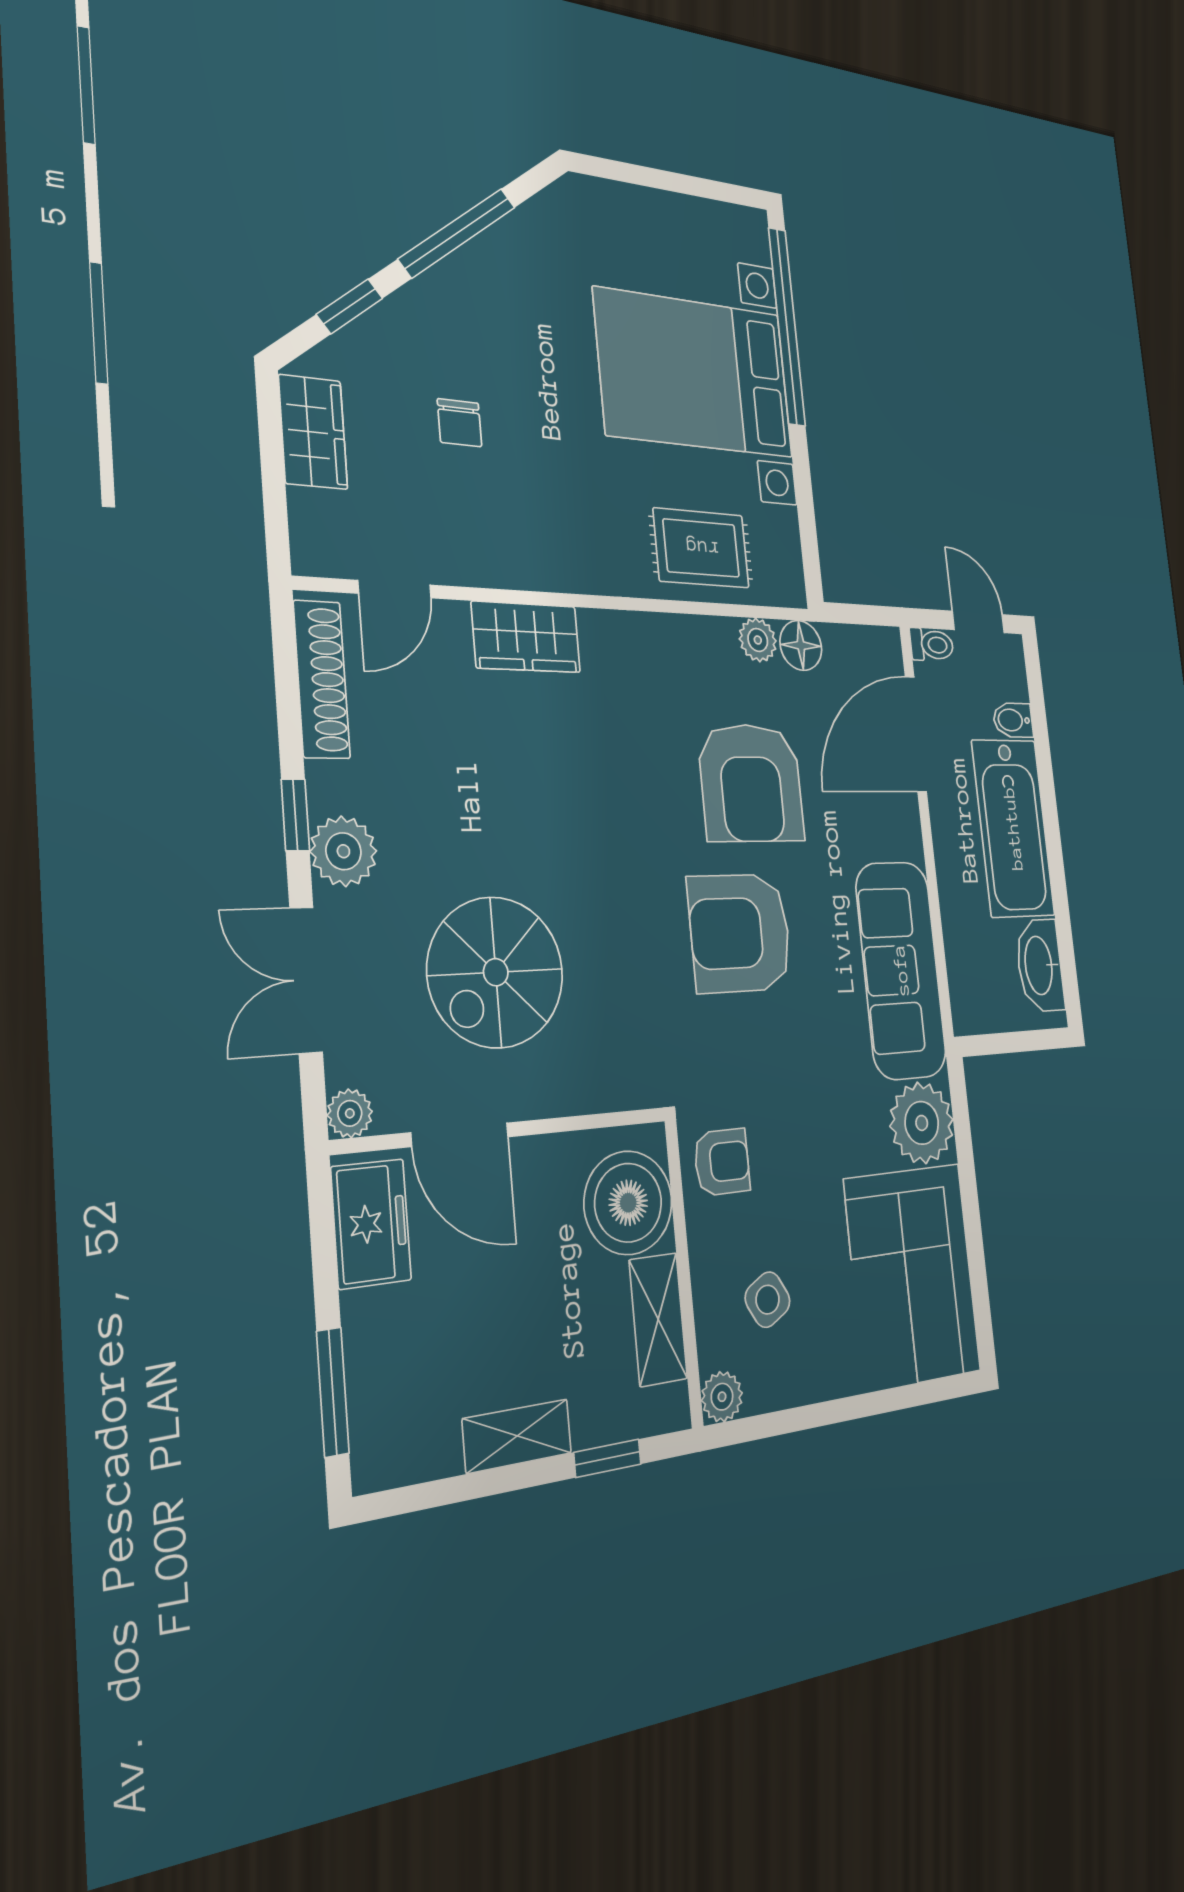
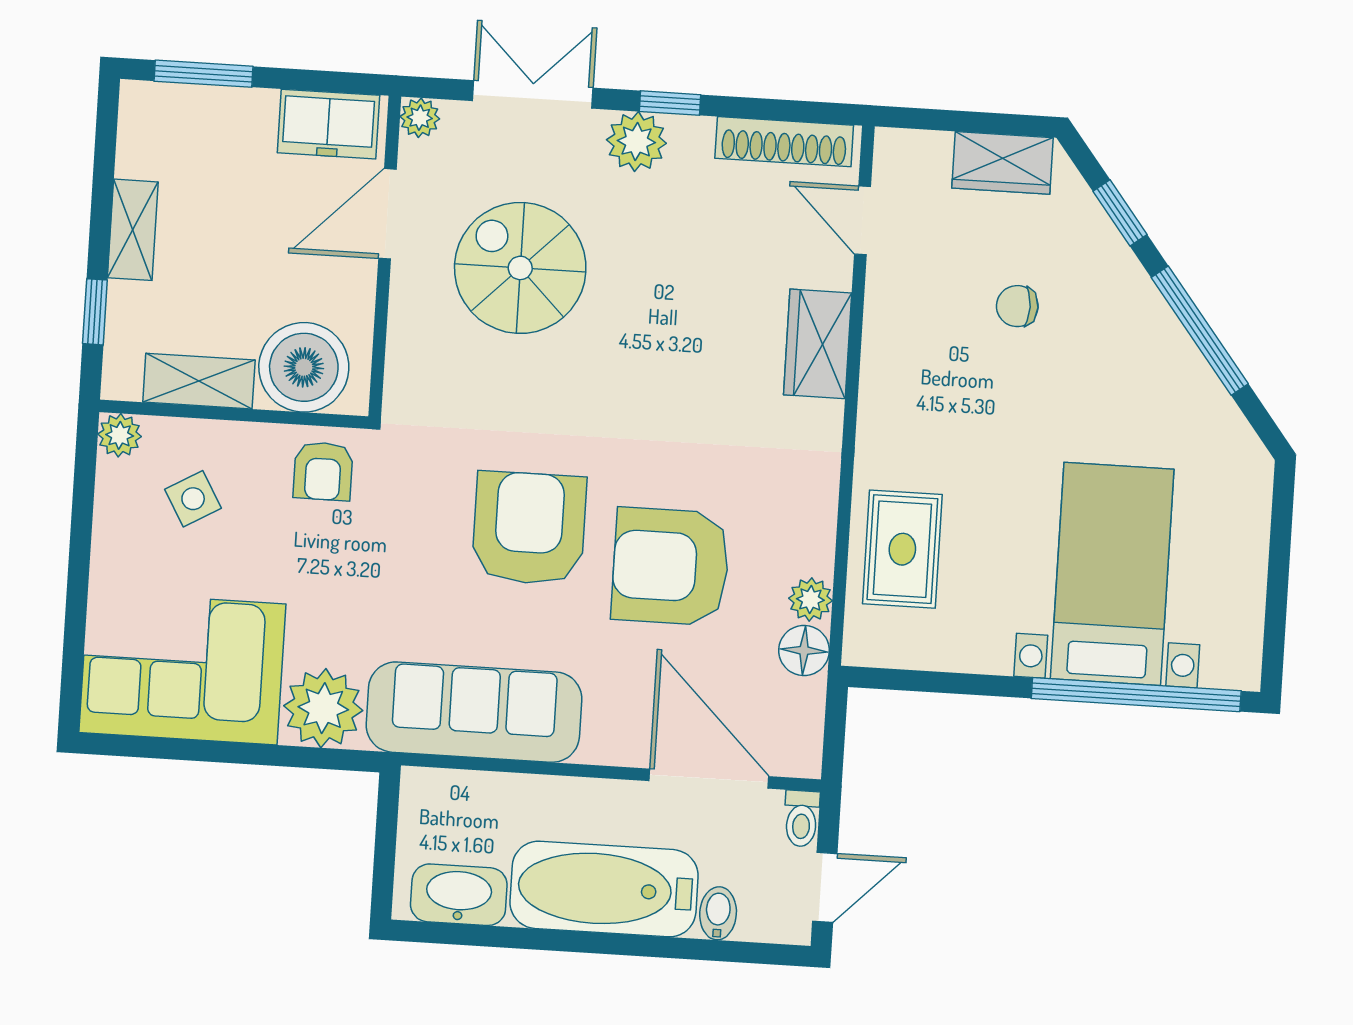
bed with nightstands: (694, 373) -> (1112, 574), width x0.73

